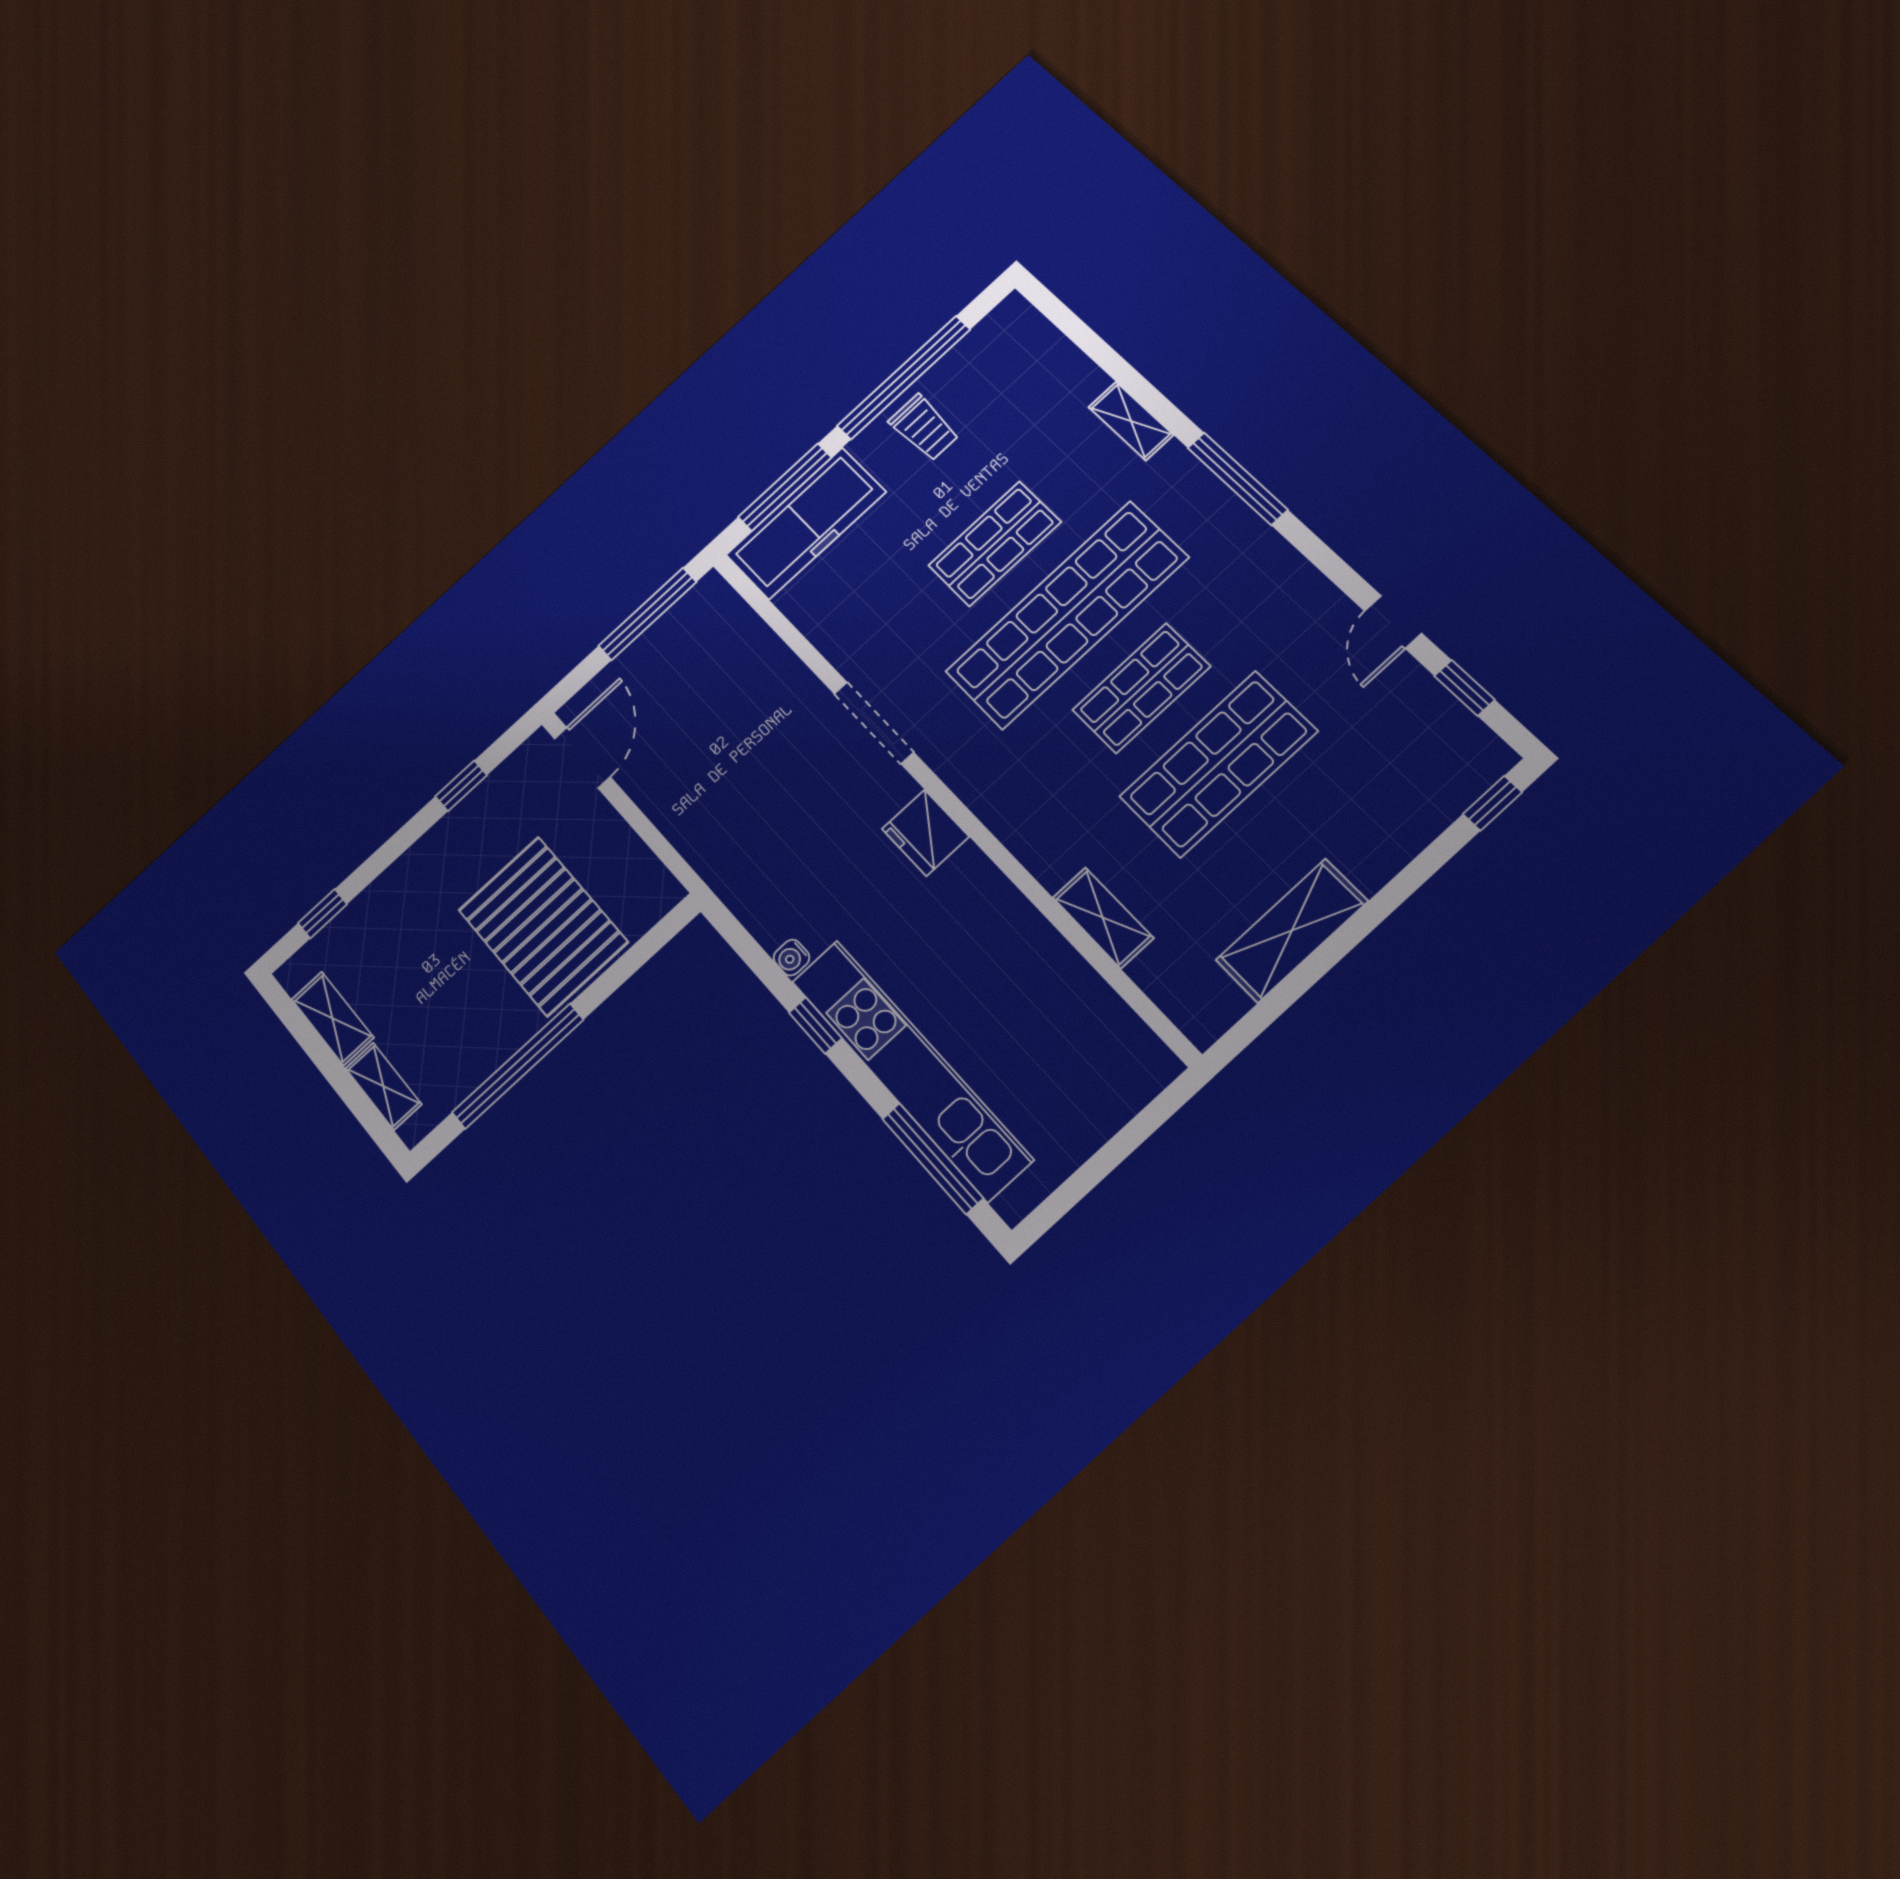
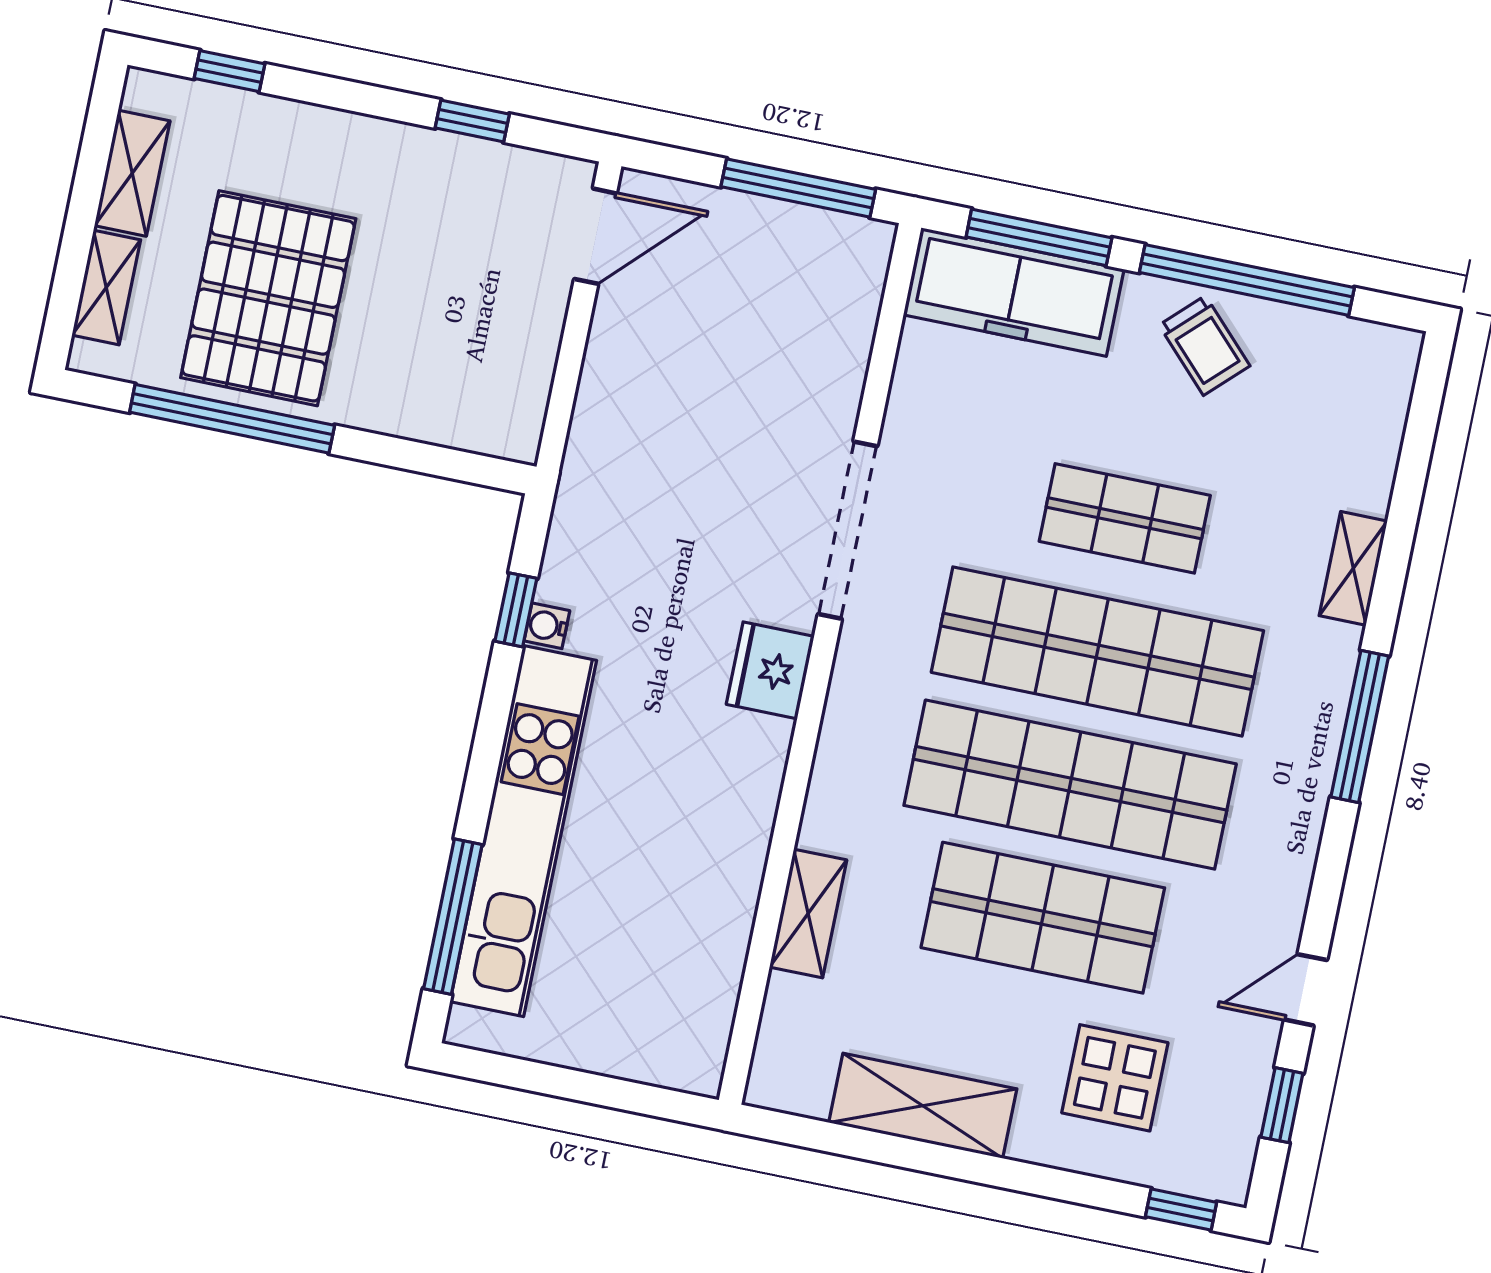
trolley: (924, 428) -> (1204, 345), turned -44
shop shelf: (1141, 688) -> (1070, 785), width x2.00, depth x1.36
doorway: (874, 723) -> (848, 530), width x1.36
display table: (1365, 788) -> (1115, 1078), added
pallet: (543, 926) -> (268, 298), moved
window: (815, 1025) -> (516, 610), moved

